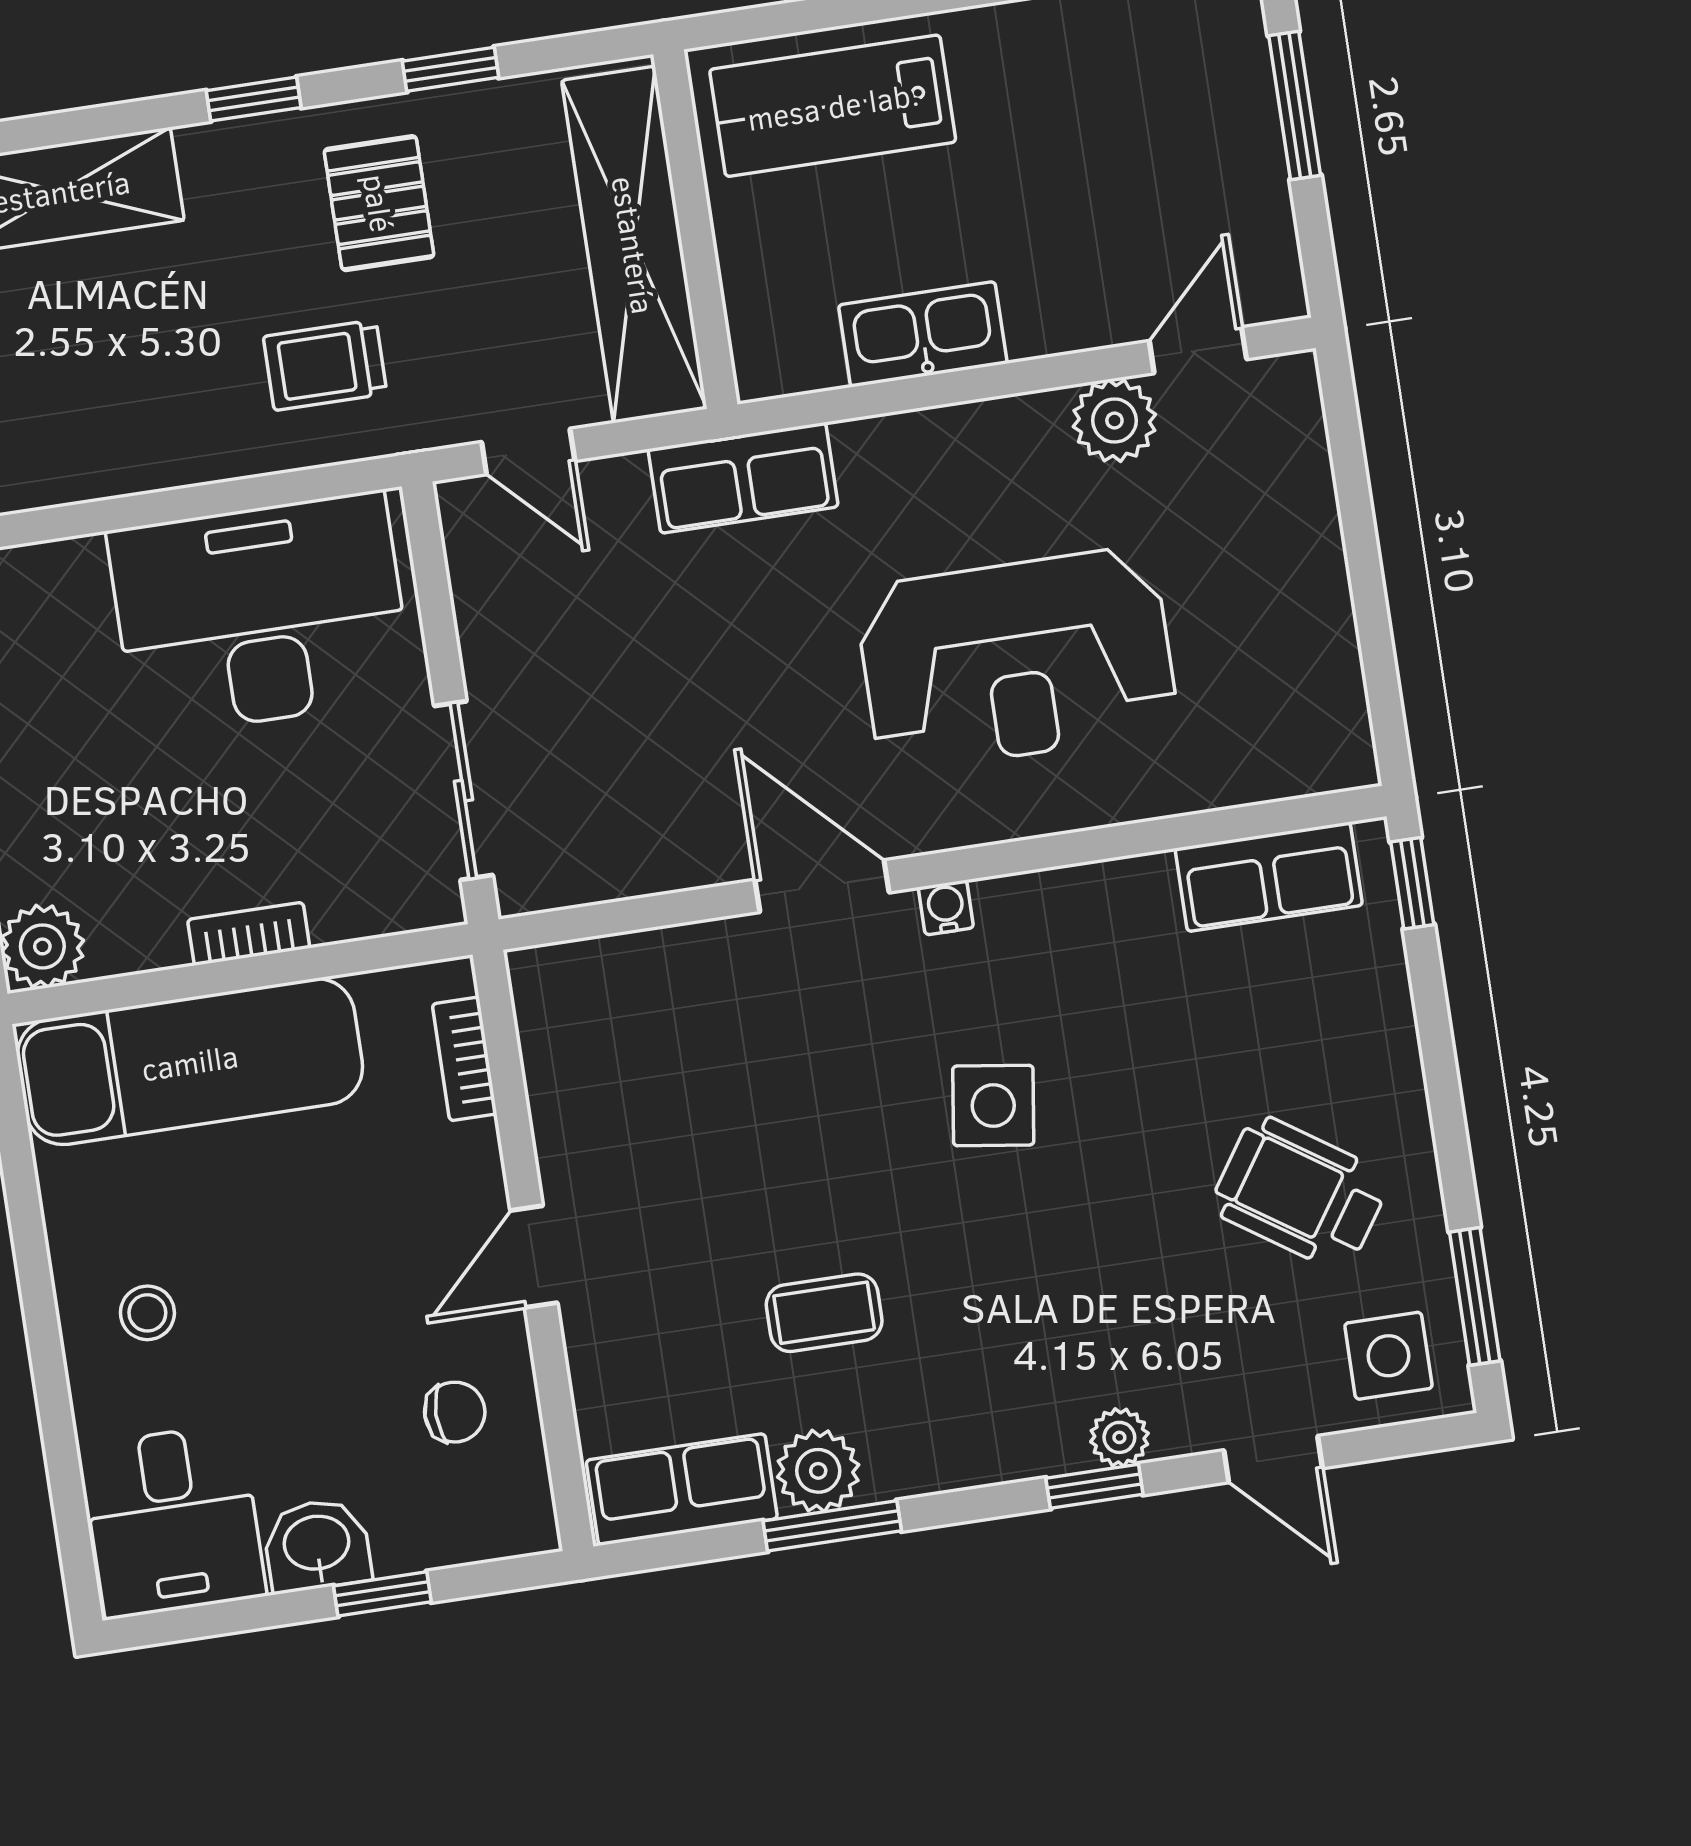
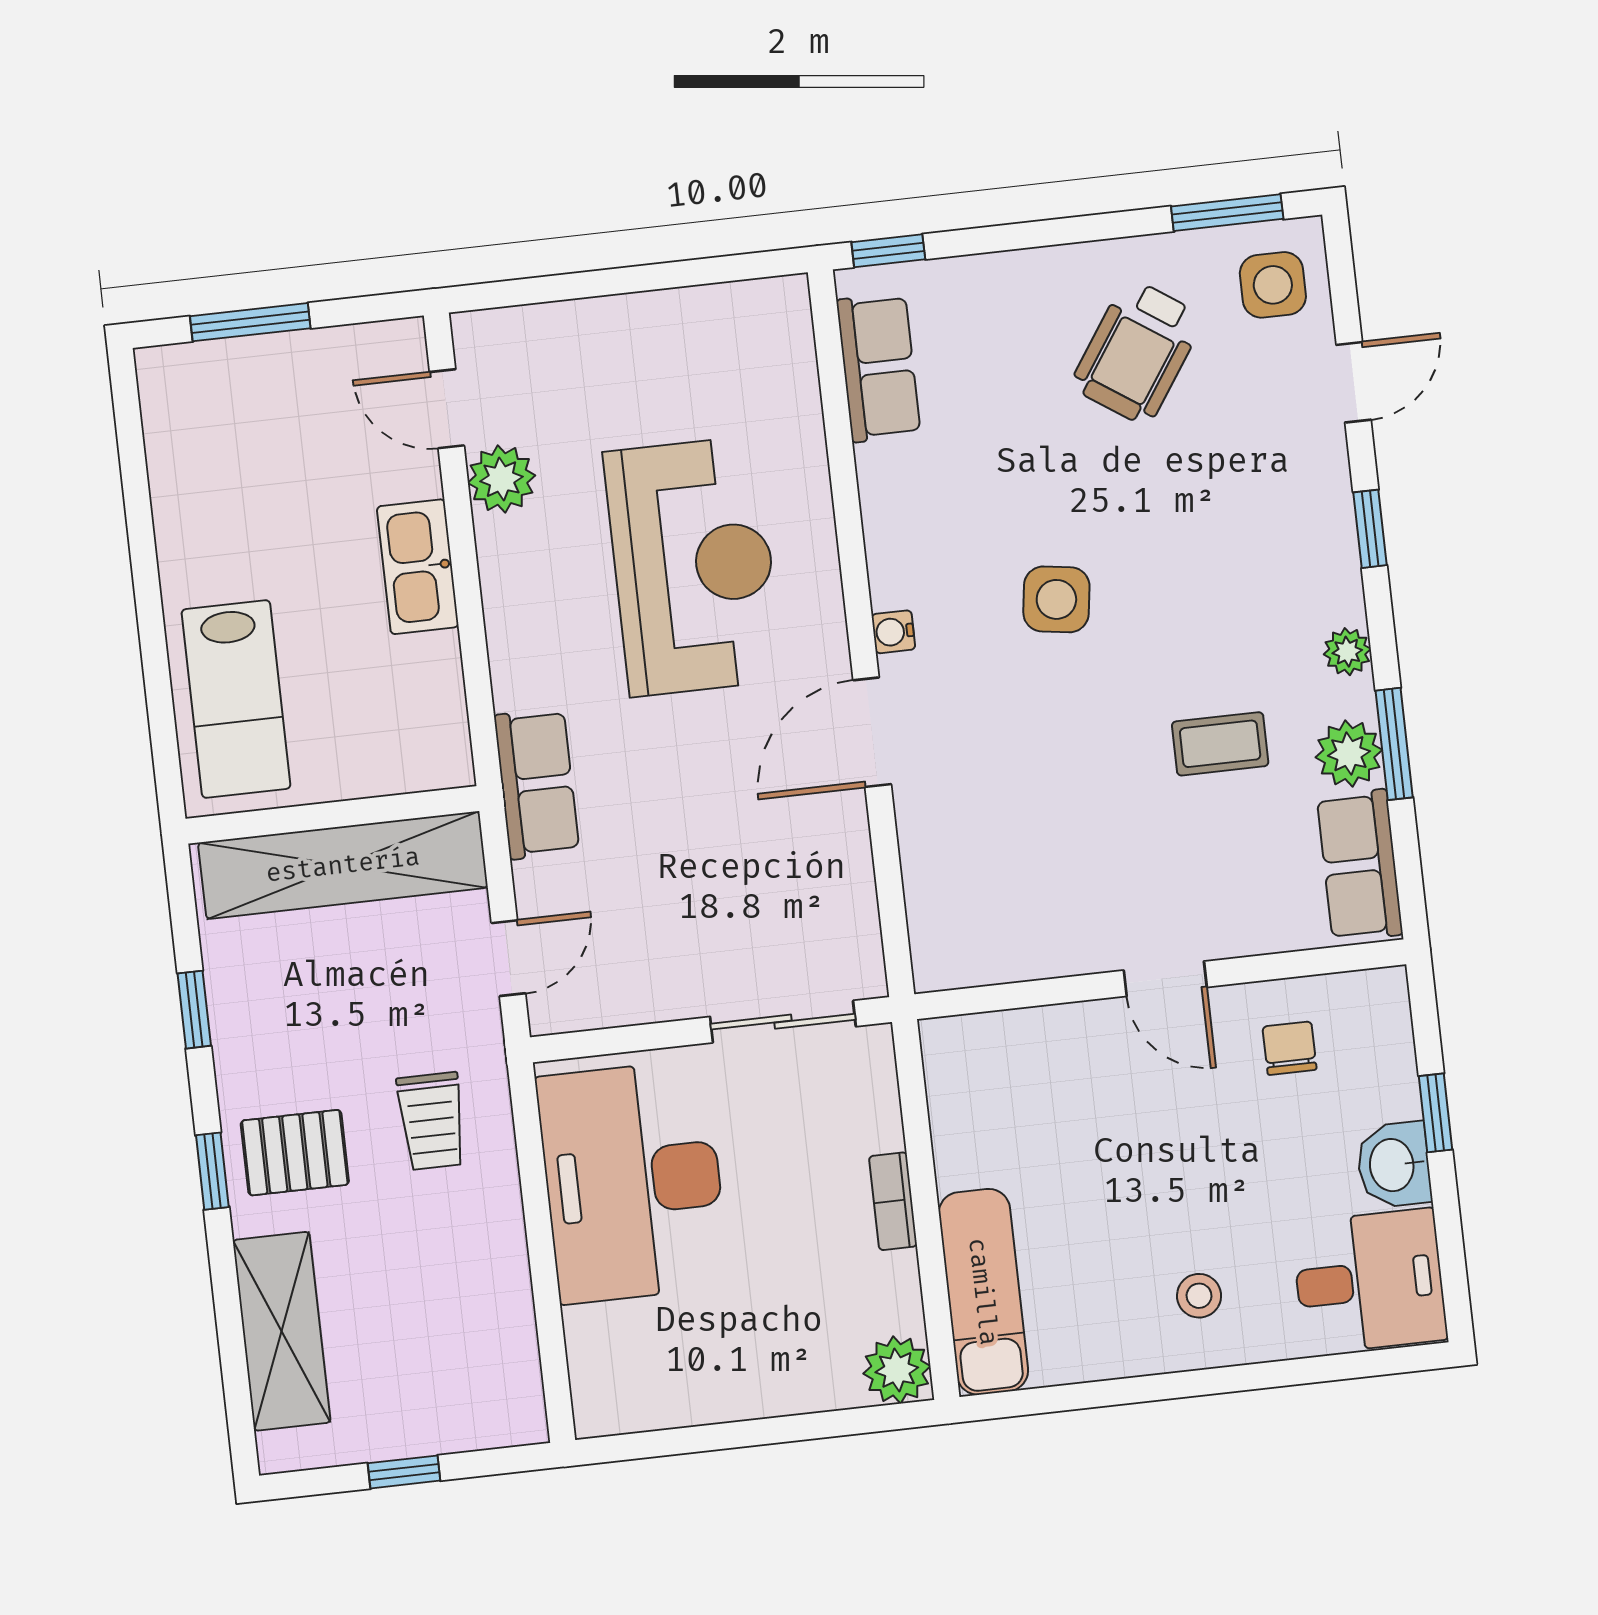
pallet: (379, 203) -> (295, 1153), moved
kitchen sink: (923, 334) -> (418, 567), moved
bookcase: (465, 1059) -> (1002, 1029), removed
exam couch: (190, 1062) -> (983, 1292), width x0.73, depth x0.69
coffee table: (824, 1313) -> (1220, 744), turned 90
plant: (1119, 1437) -> (1347, 652), moved

